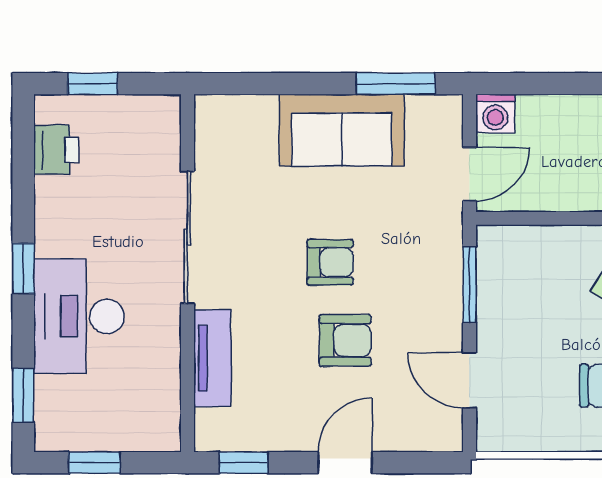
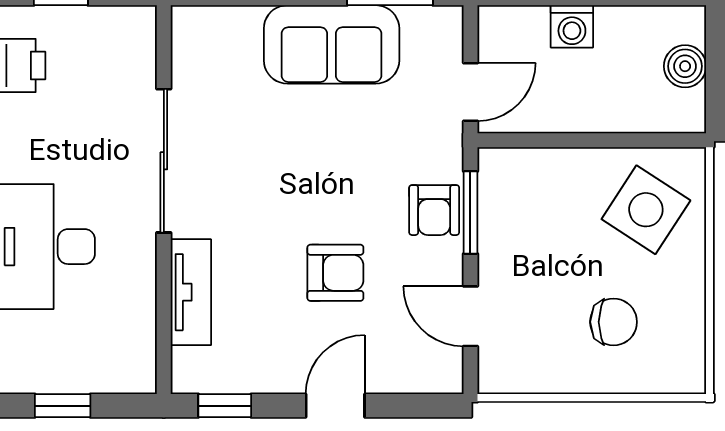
washing machine: (495, 114) -> (572, 26), moved
armchair: (330, 262) -> (434, 210), moved, turned 90

